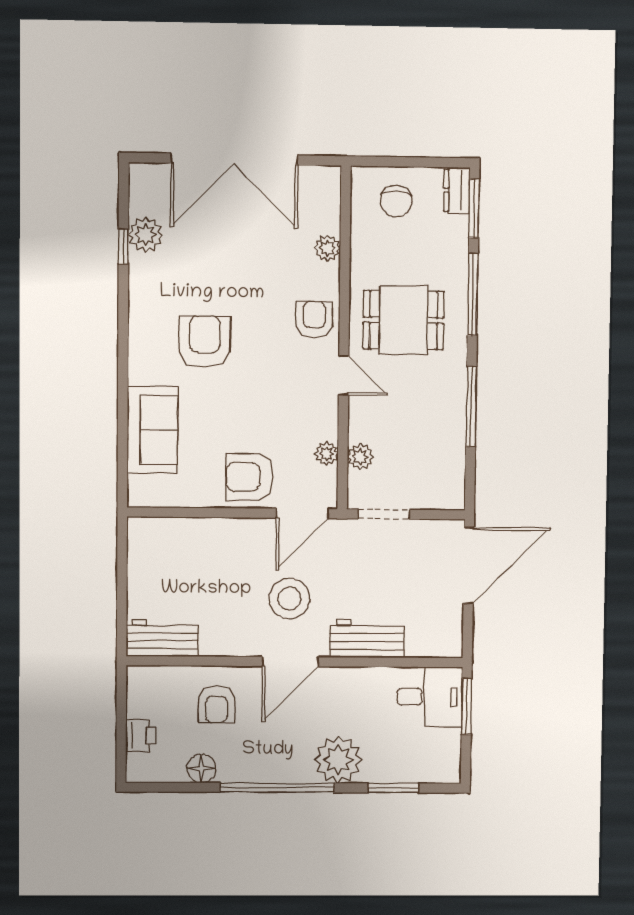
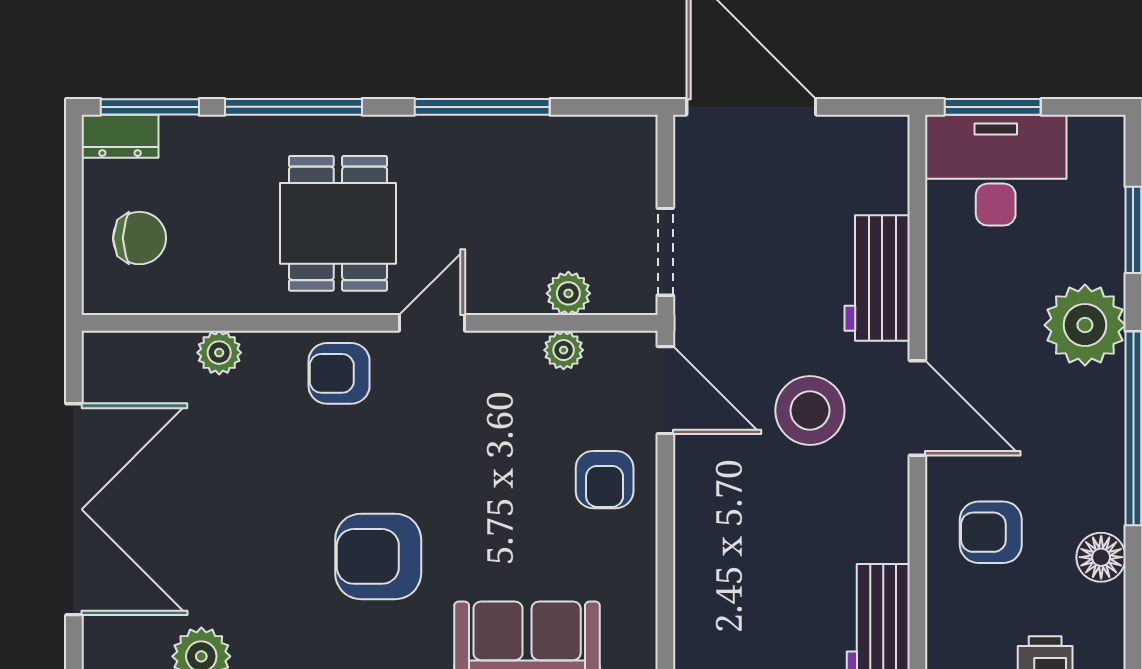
armchair: (250, 477) -> (605, 480), width x0.72, depth x0.72
desk: (430, 697) -> (996, 170), width x1.37
armchair: (217, 704) -> (991, 532), turned 180

